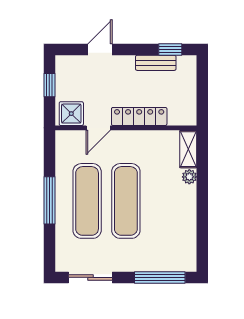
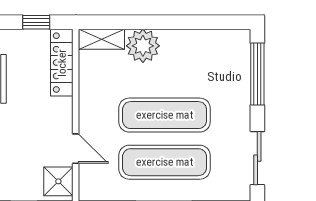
window: (202, 95) -> (36, 22), added
locker: (139, 116) -> (62, 63), moved
plant: (189, 177) -> (143, 46), width x1.88, depth x1.88

